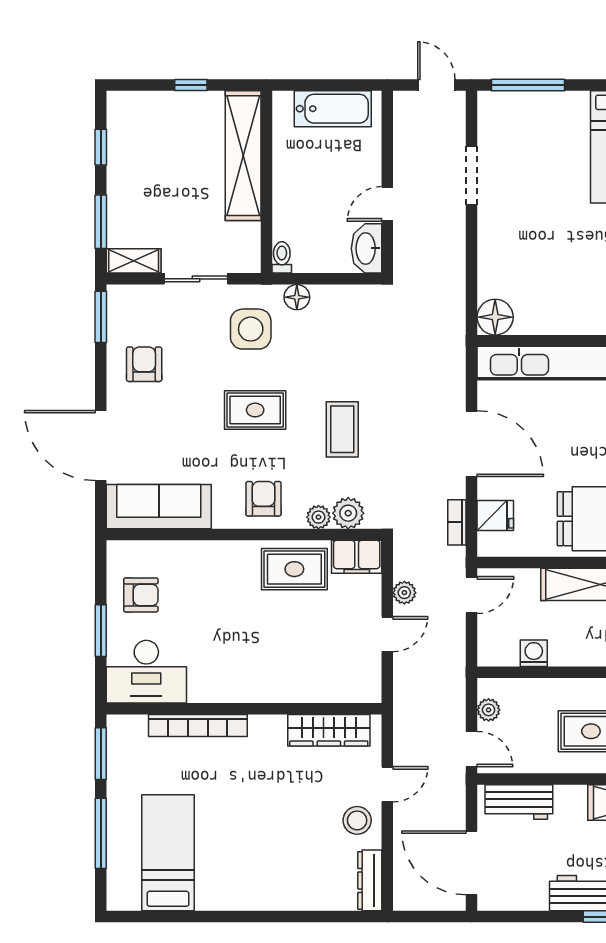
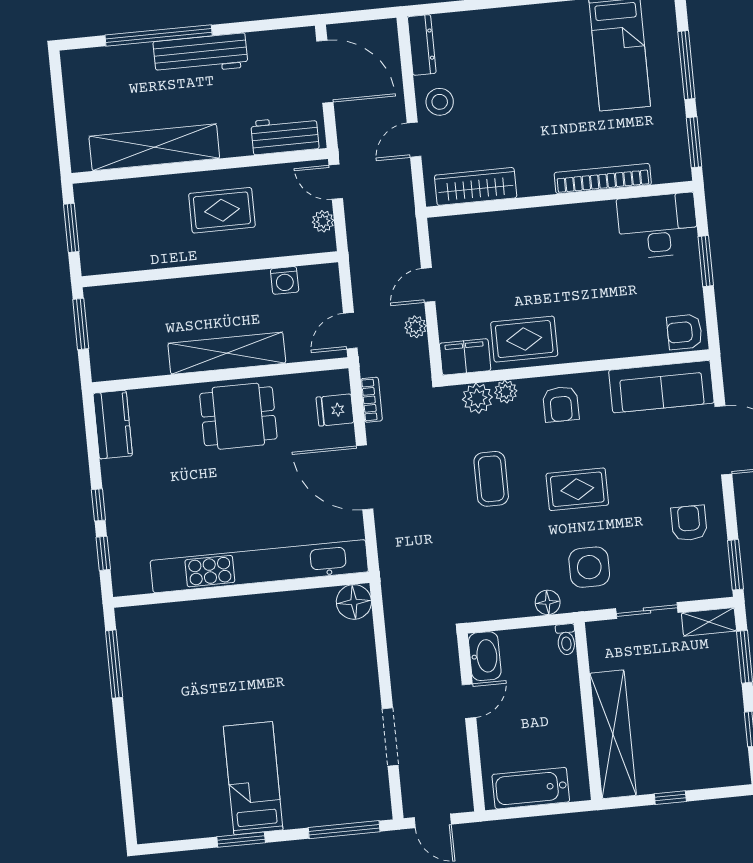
armchair: (144, 364) -> (689, 523), turned 180
armchair: (141, 595) -> (684, 332), moved

